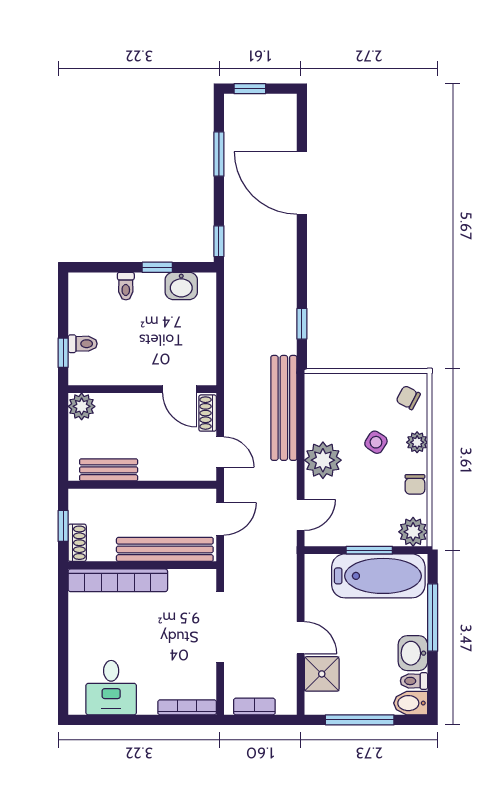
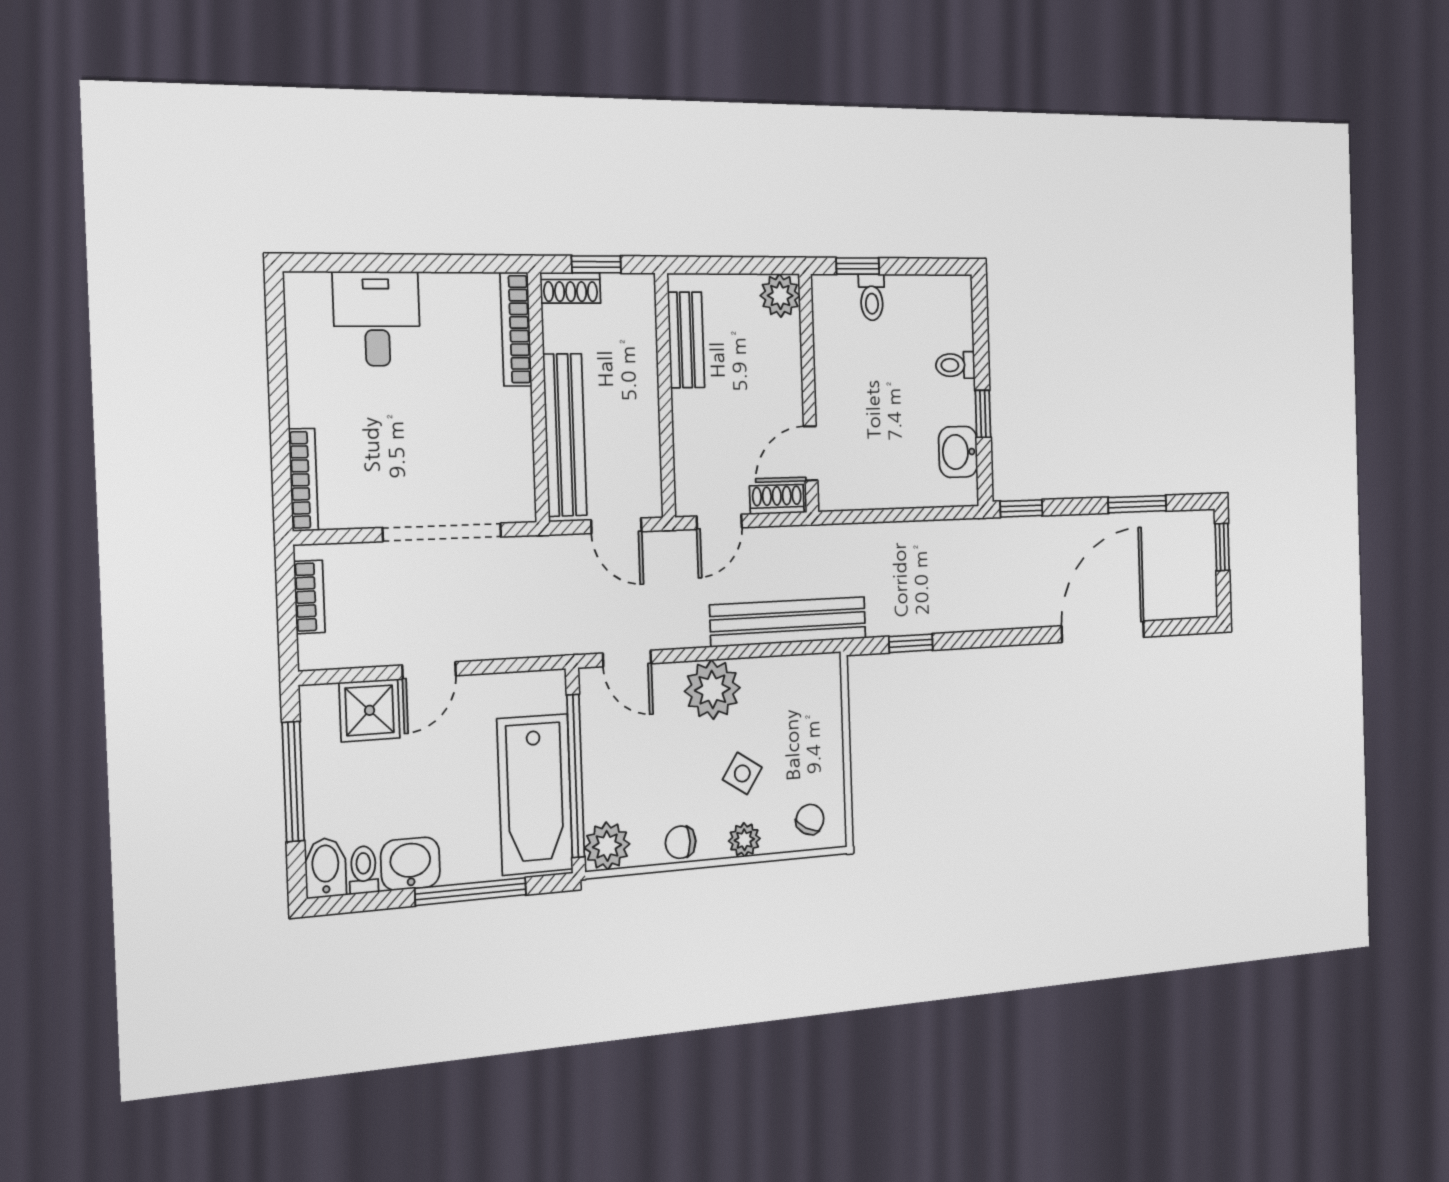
window: (369, 550) -> (576, 776), width x2.11
bookcase: (118, 580) -> (516, 329), width x0.68, depth x0.76
desk: (111, 688) -> (377, 319), moved, turned 90

